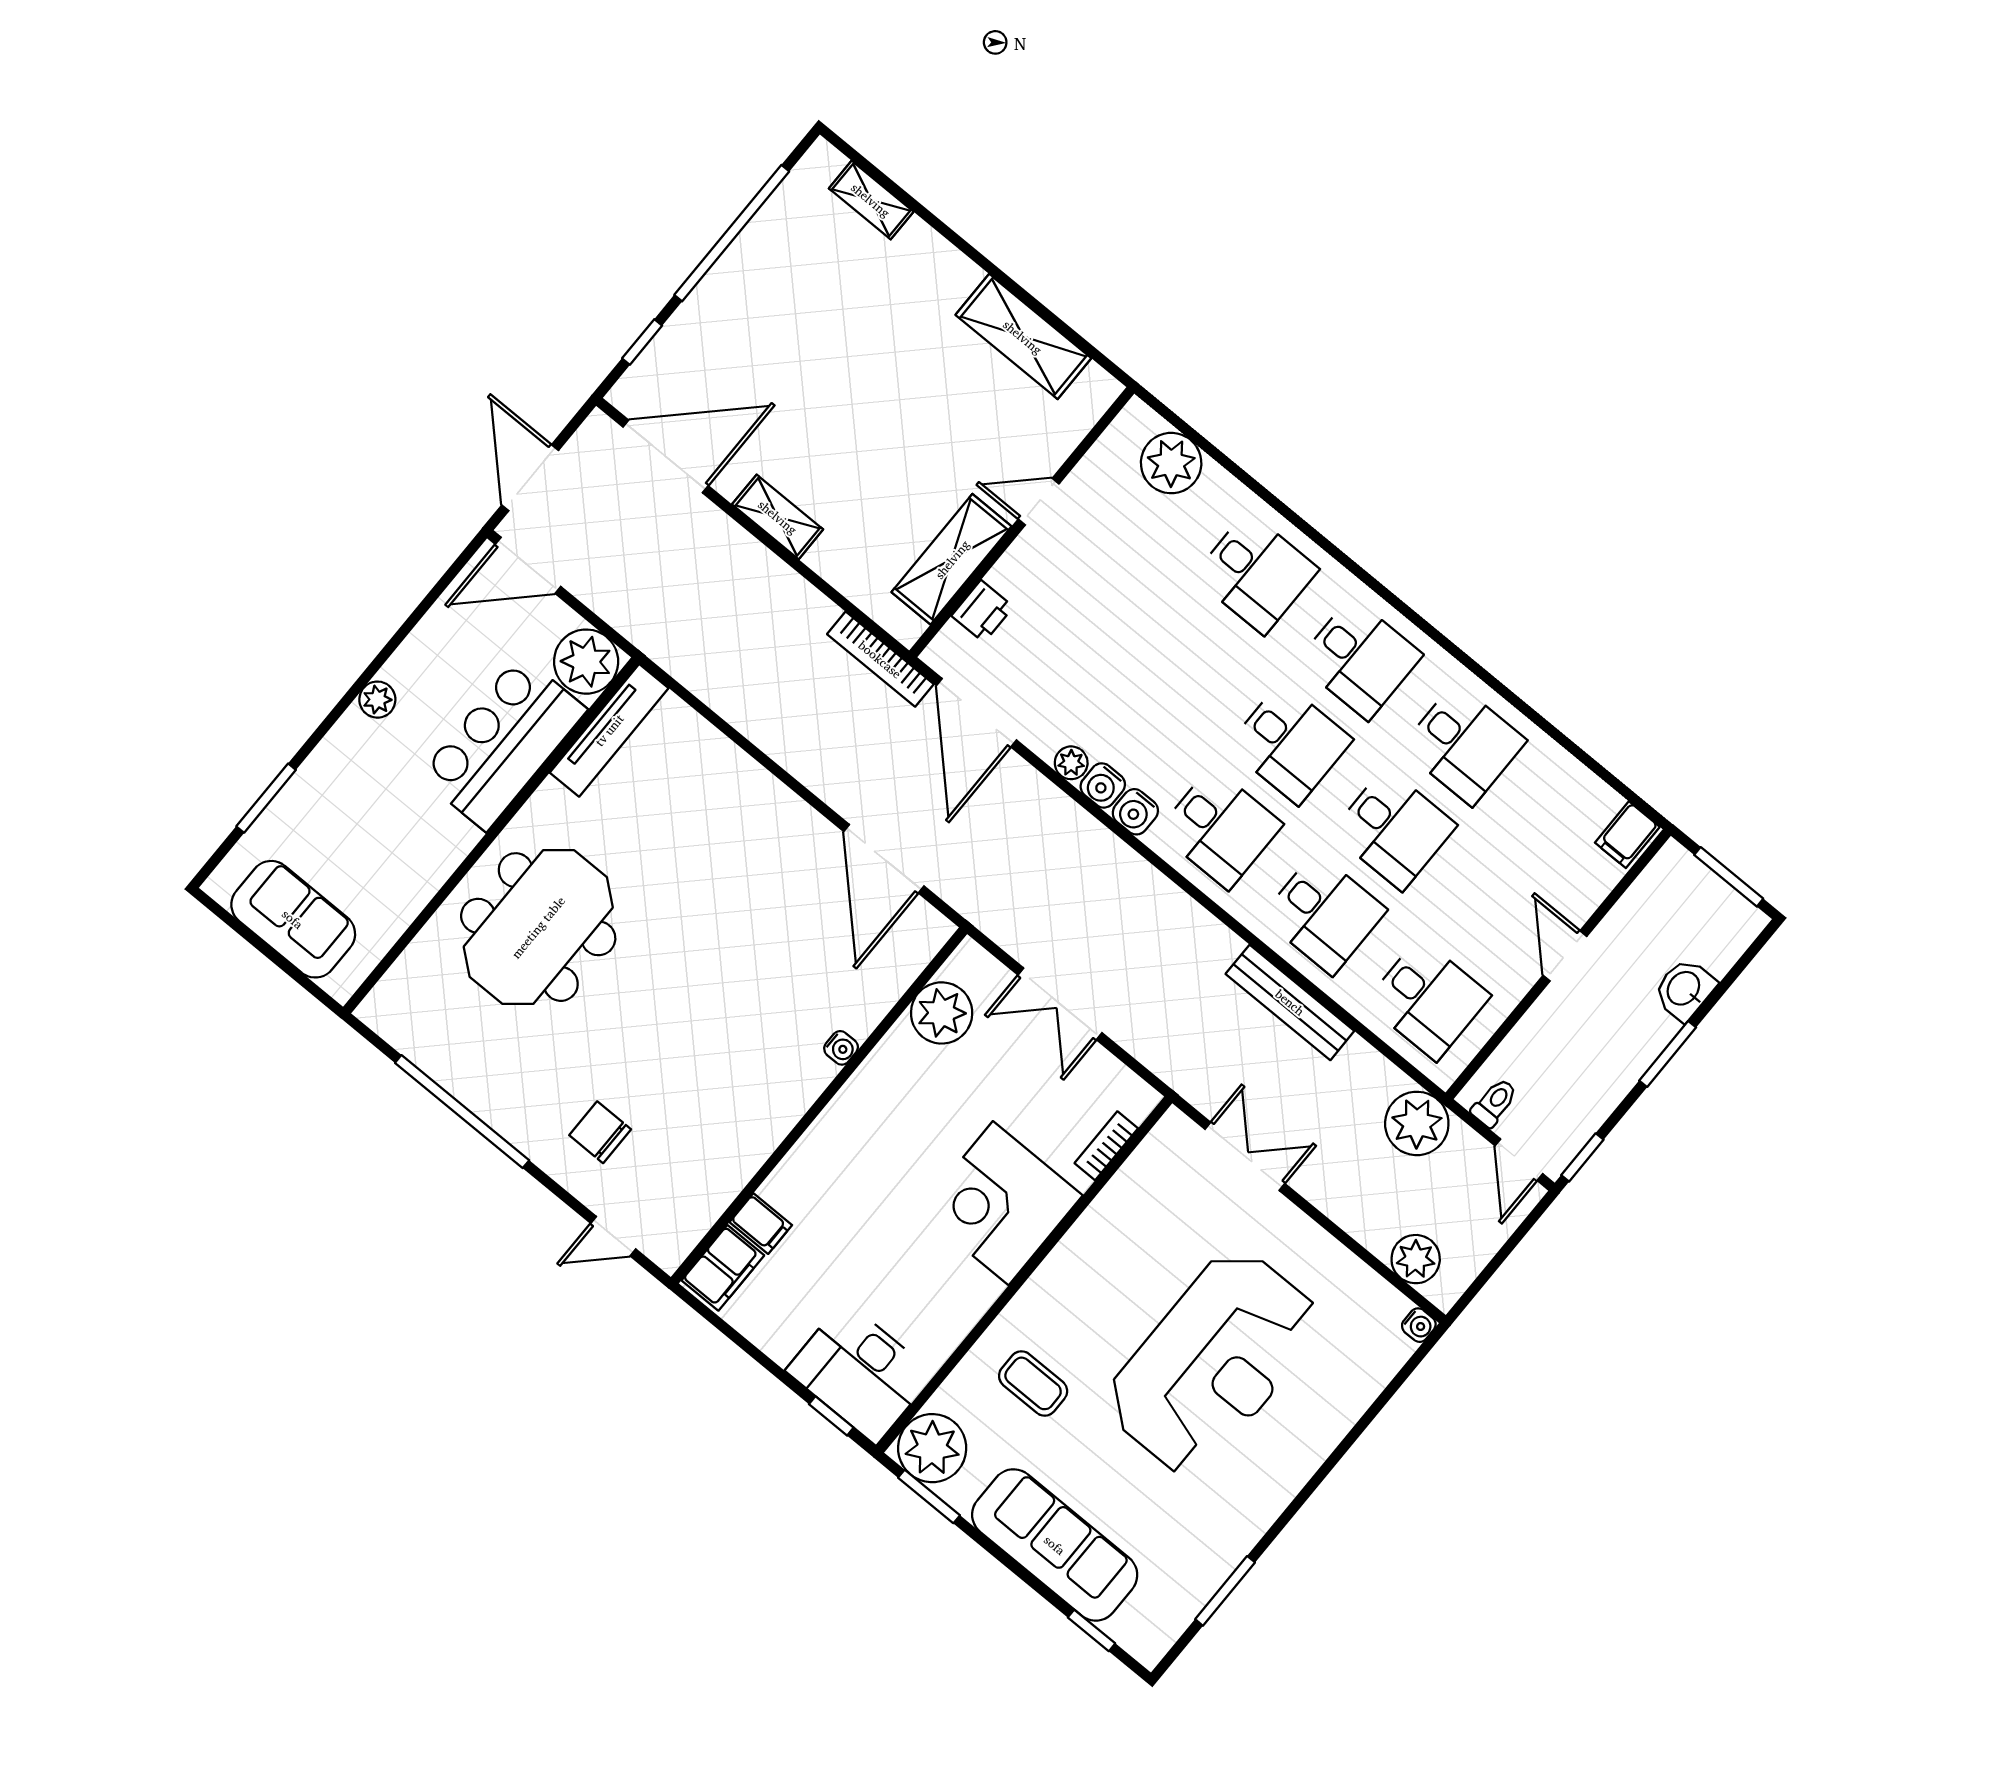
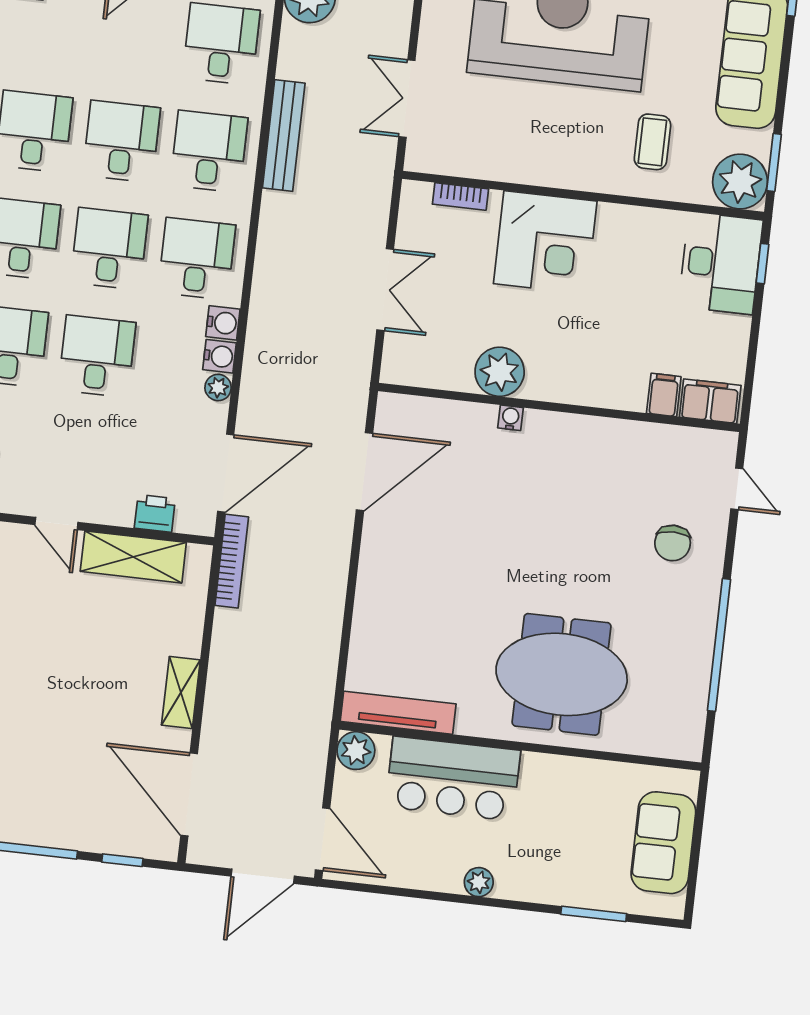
desk: (1186, 657) -> (97, 356), added
plant: (586, 662) -> (356, 751), width x0.73, depth x0.73
plant: (942, 1013) -> (500, 372), moved

